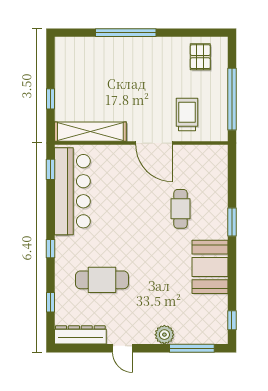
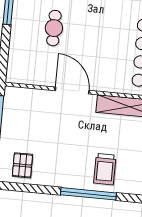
trolley: (187, 115) -> (105, 169), moved

